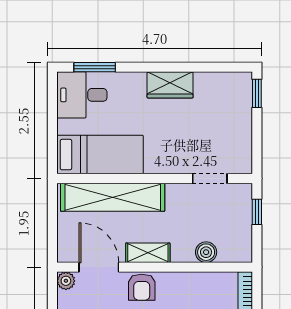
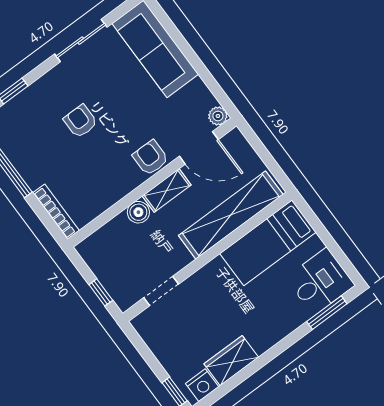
nightstand: (232, 83) -> (202, 385), added
wardrobe: (170, 85) -> (231, 361), moved
boiler: (206, 252) -> (138, 212), moved

